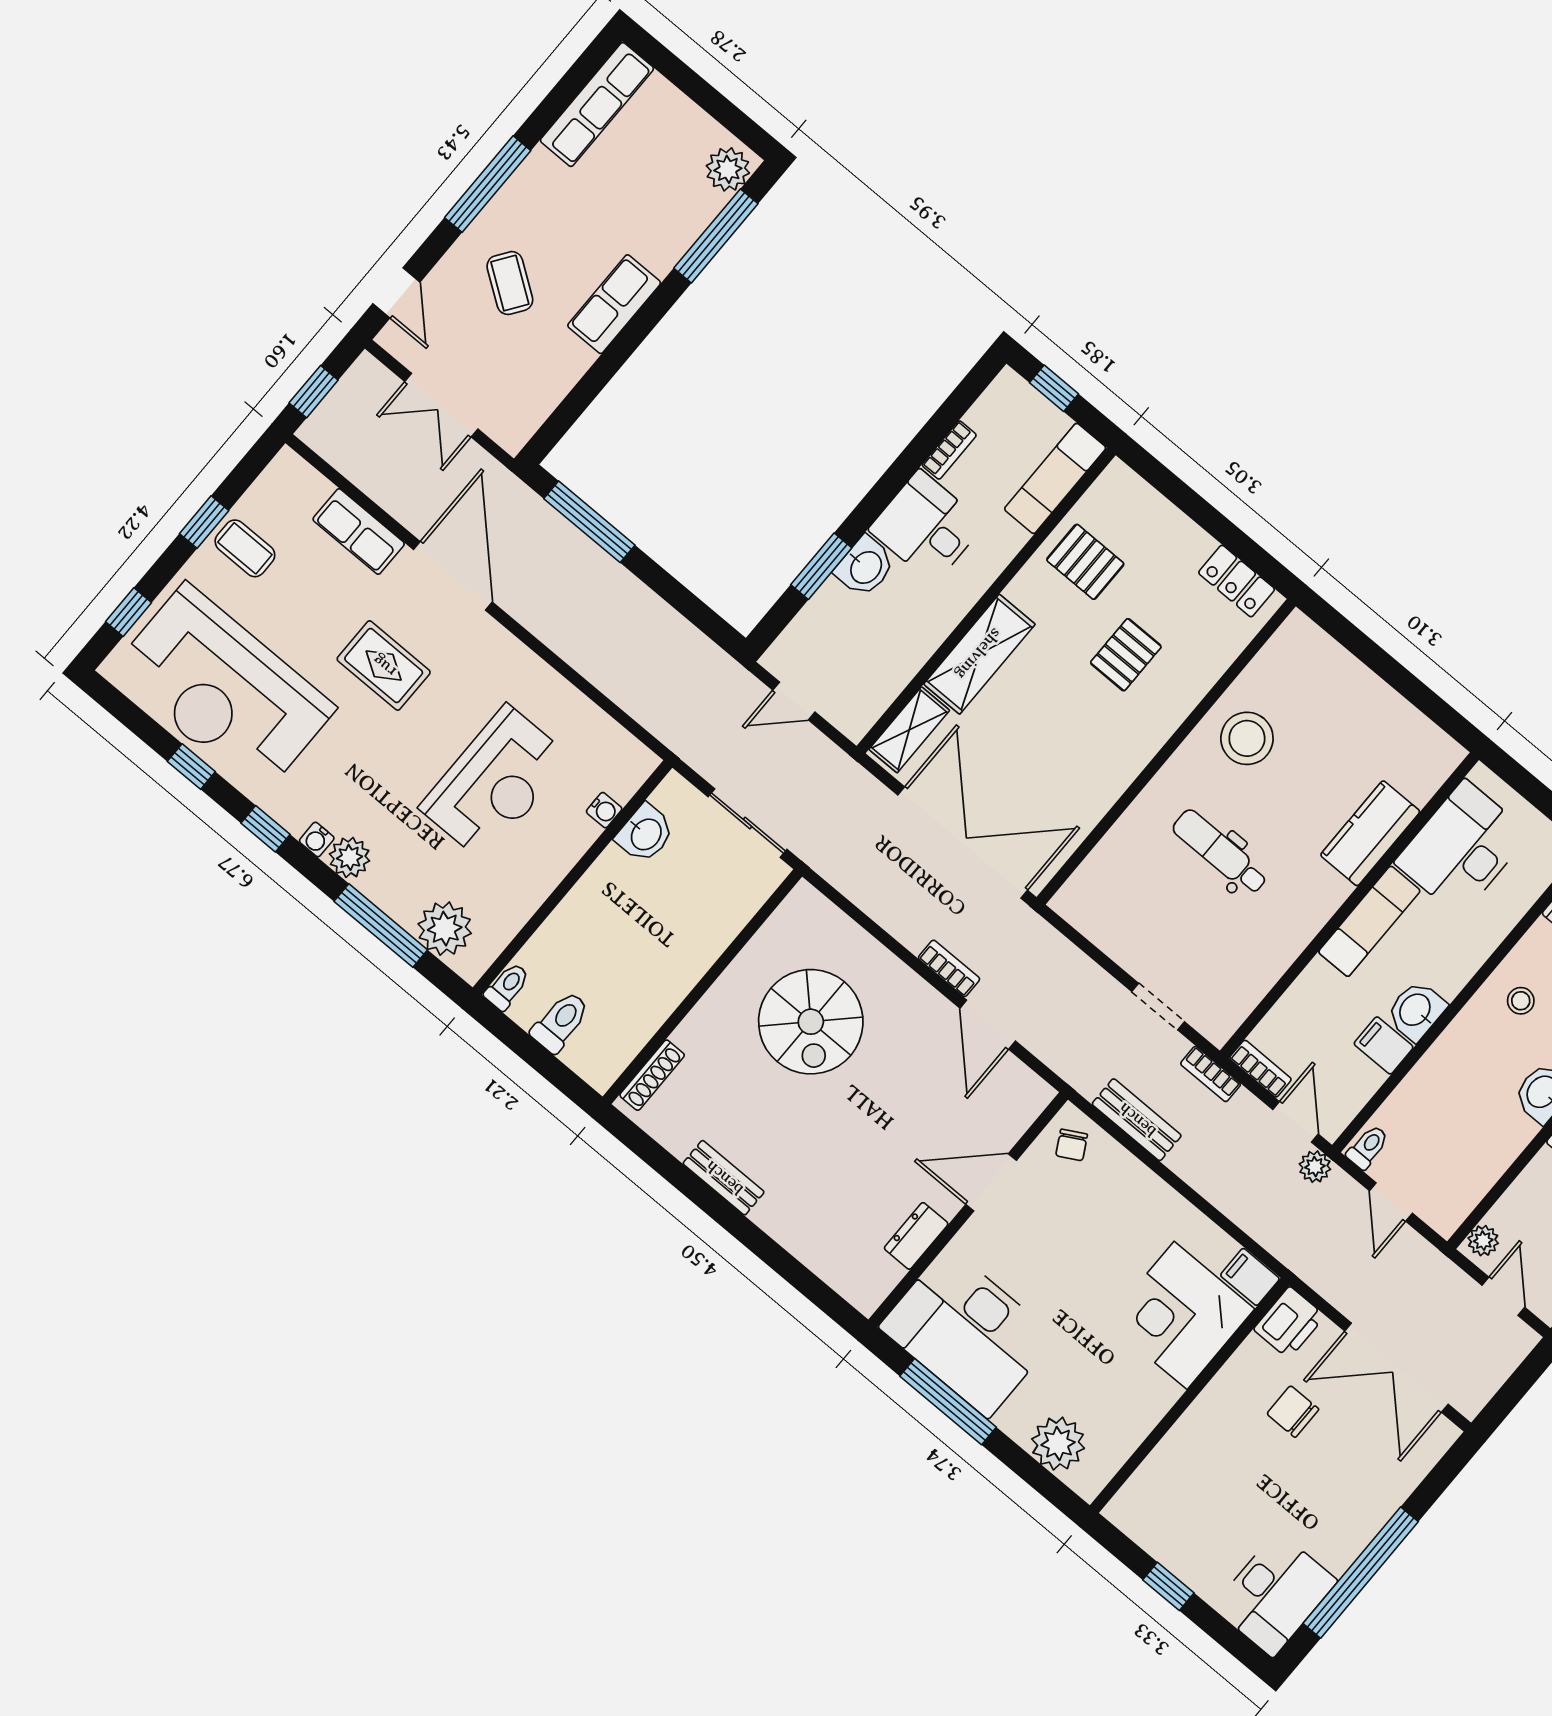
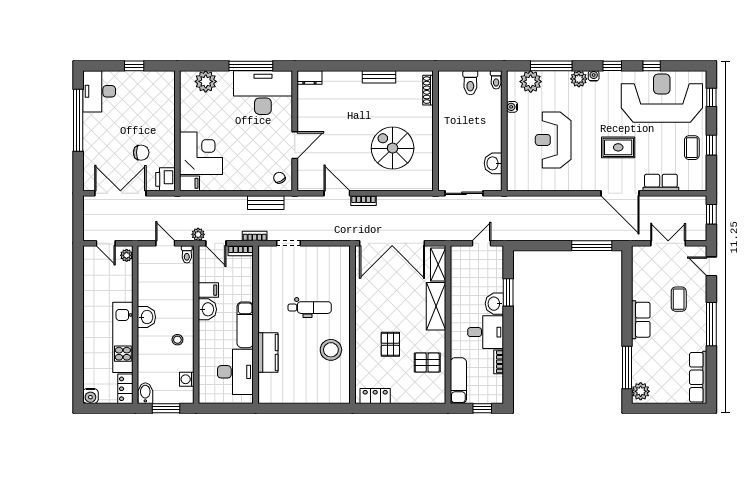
coffee table: (510, 283) -> (679, 299), turned 55
coffee table: (245, 548) -> (692, 148), turned 90
water cooler: (604, 810) -> (512, 107), moved
dresser: (916, 1236) -> (309, 77), moved, turned 90

